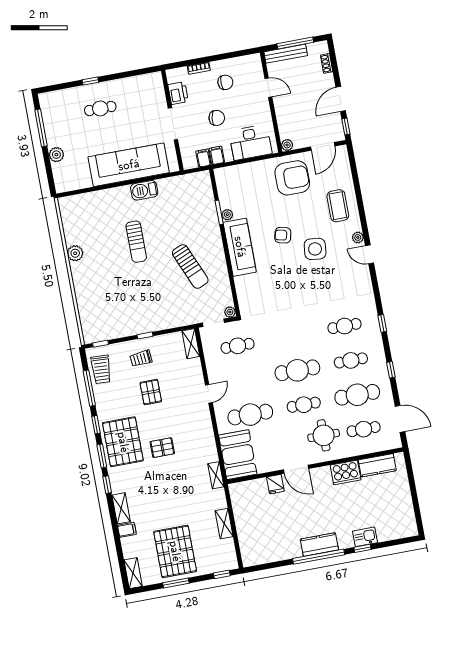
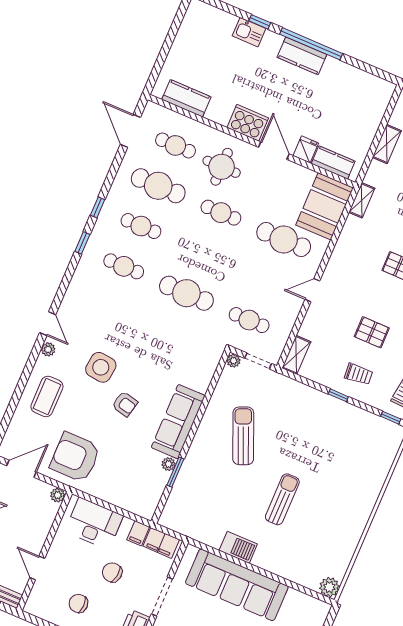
filing cabinet: (203, 158) -> (161, 543), width x2.00
plant: (75, 253) -> (329, 587), moved
cafe table: (297, 370) -> (186, 293), moved
window: (391, 370) -> (98, 207), moved
pallet: (151, 392) -> (372, 332), turned 90
cooker: (346, 473) -> (248, 123), moved
kitchen counter: (251, 488) -> (333, 163), added

